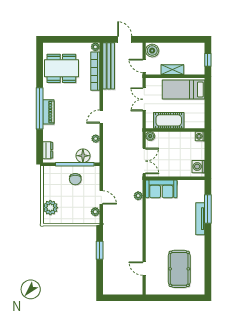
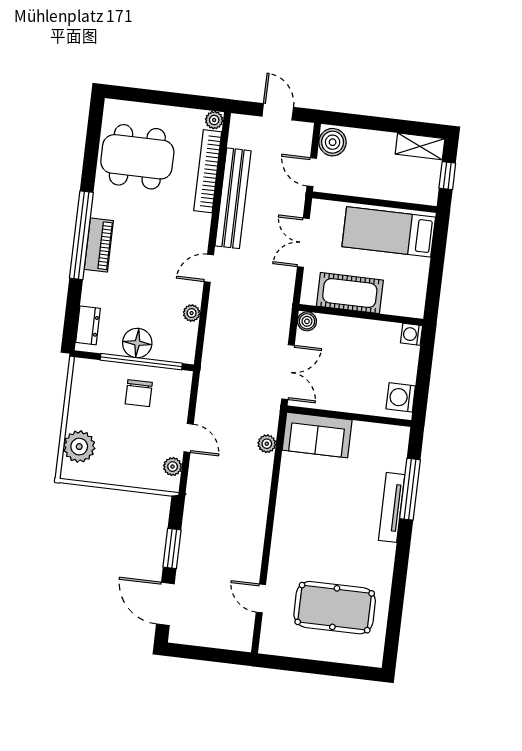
bench: (109, 66) -> (233, 198), moved
shelving: (172, 70) -> (420, 146), moved
floor lamp: (83, 156) -> (137, 343), moved
pool table: (179, 269) -> (335, 608), turned 90
door: (100, 277) -> (165, 604), added

